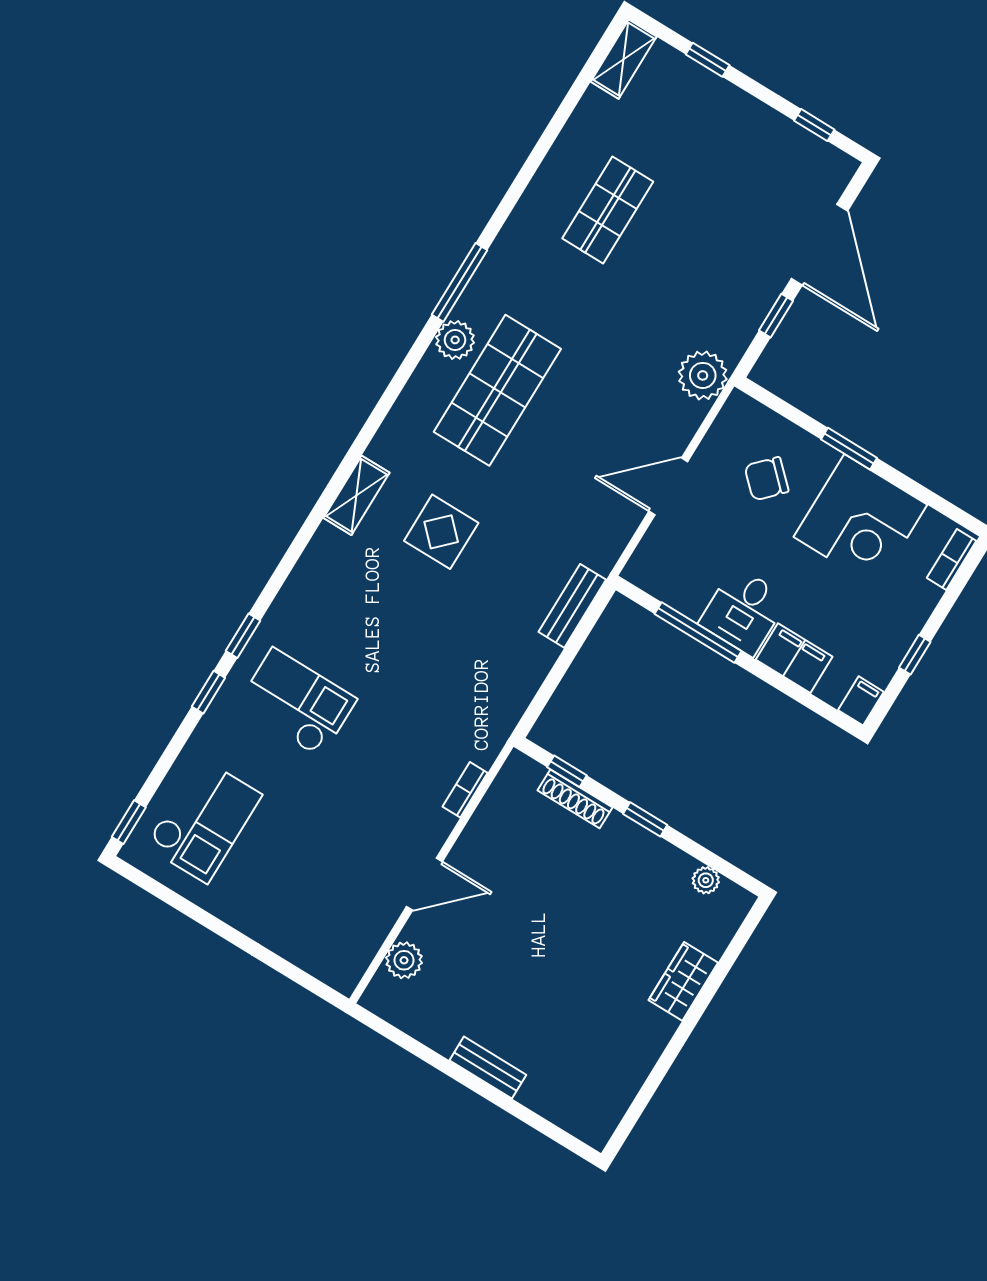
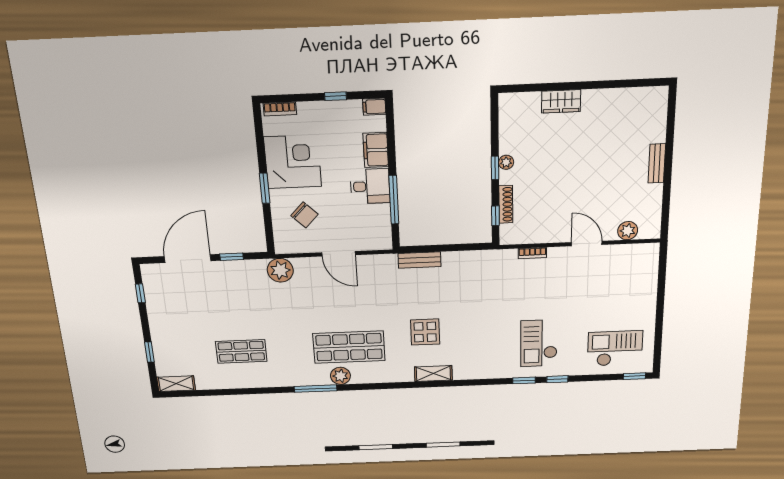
plant: (706, 880) -> (506, 162), moved

